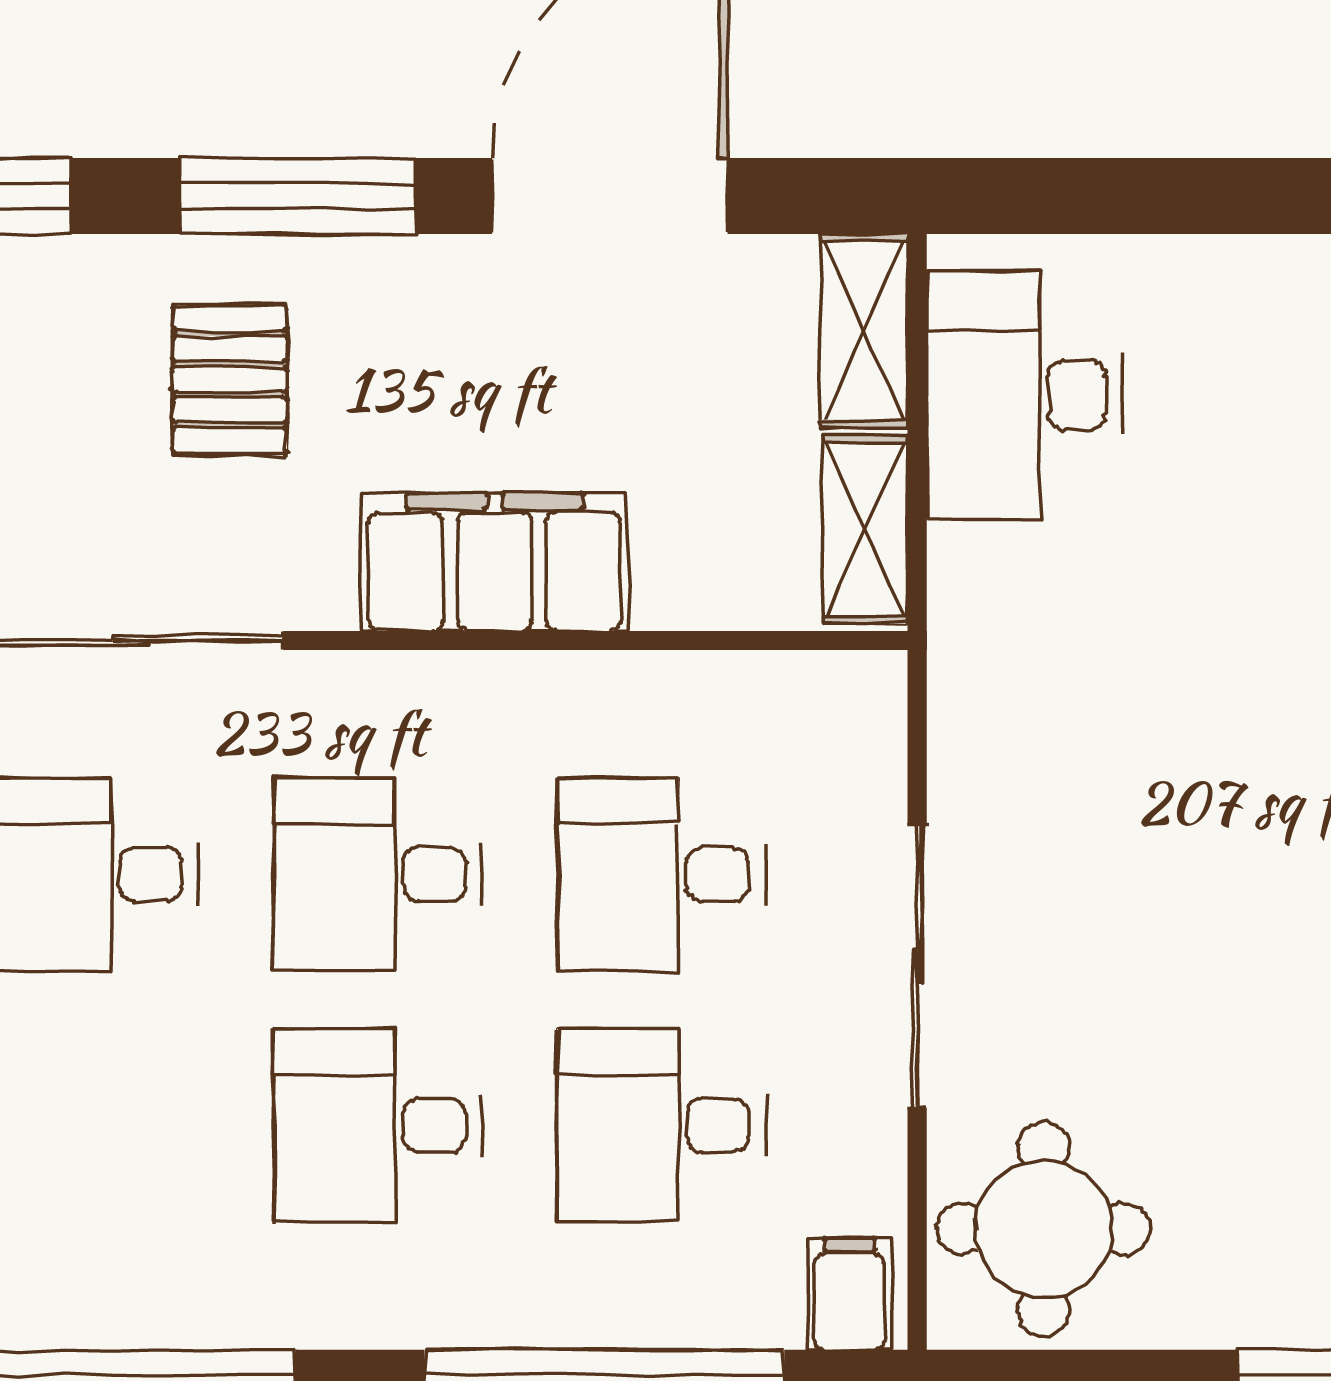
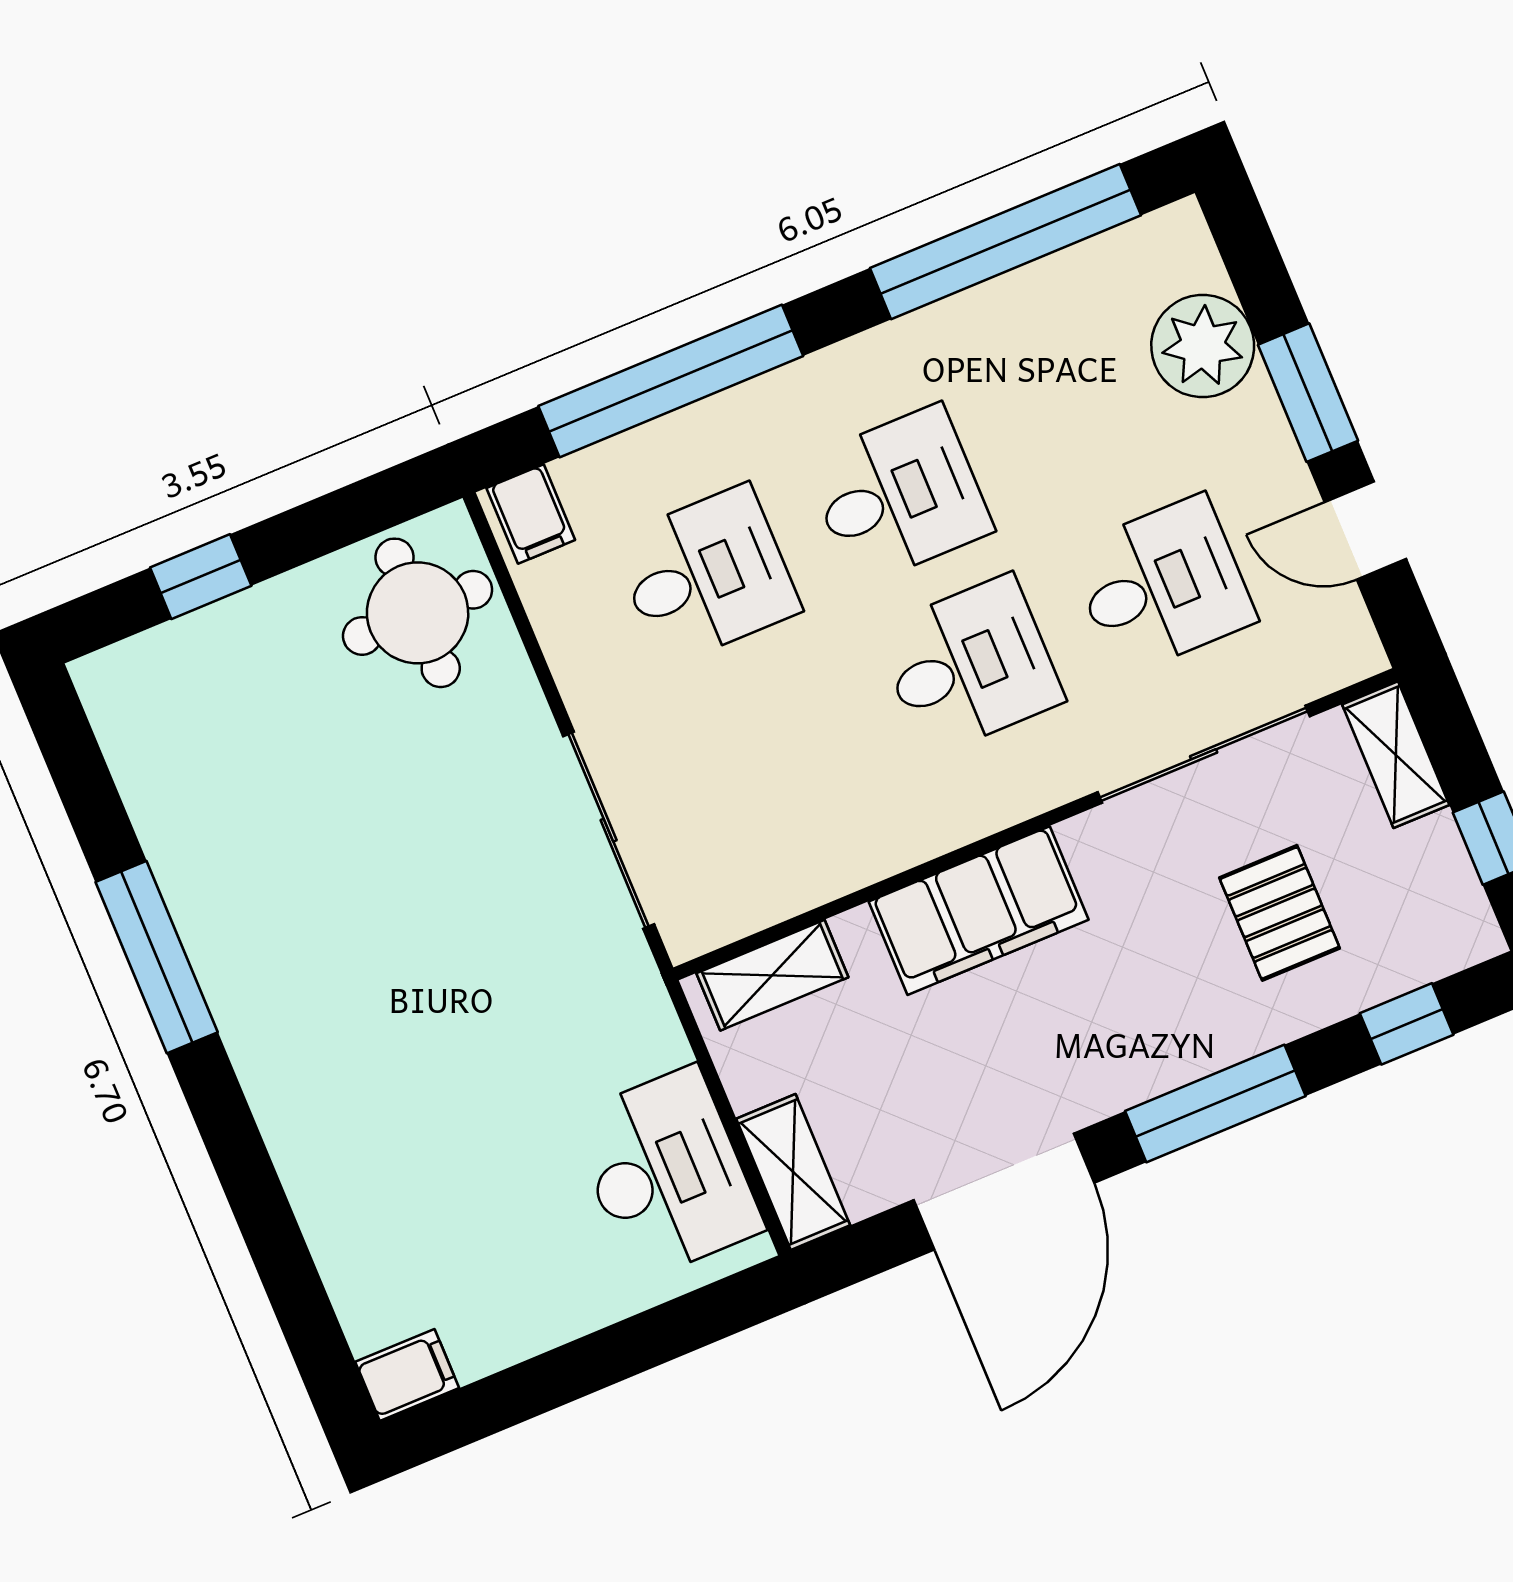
pallet: (230, 379) -> (1280, 913), moved
shelving: (865, 529) -> (772, 975), moved, turned 90
desk: (662, 875) -> (777, 745), removed
sliding door: (917, 966) -> (609, 830), moved

